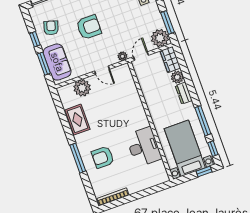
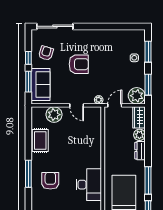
armchair: (103, 157) -> (50, 181), turned 90

